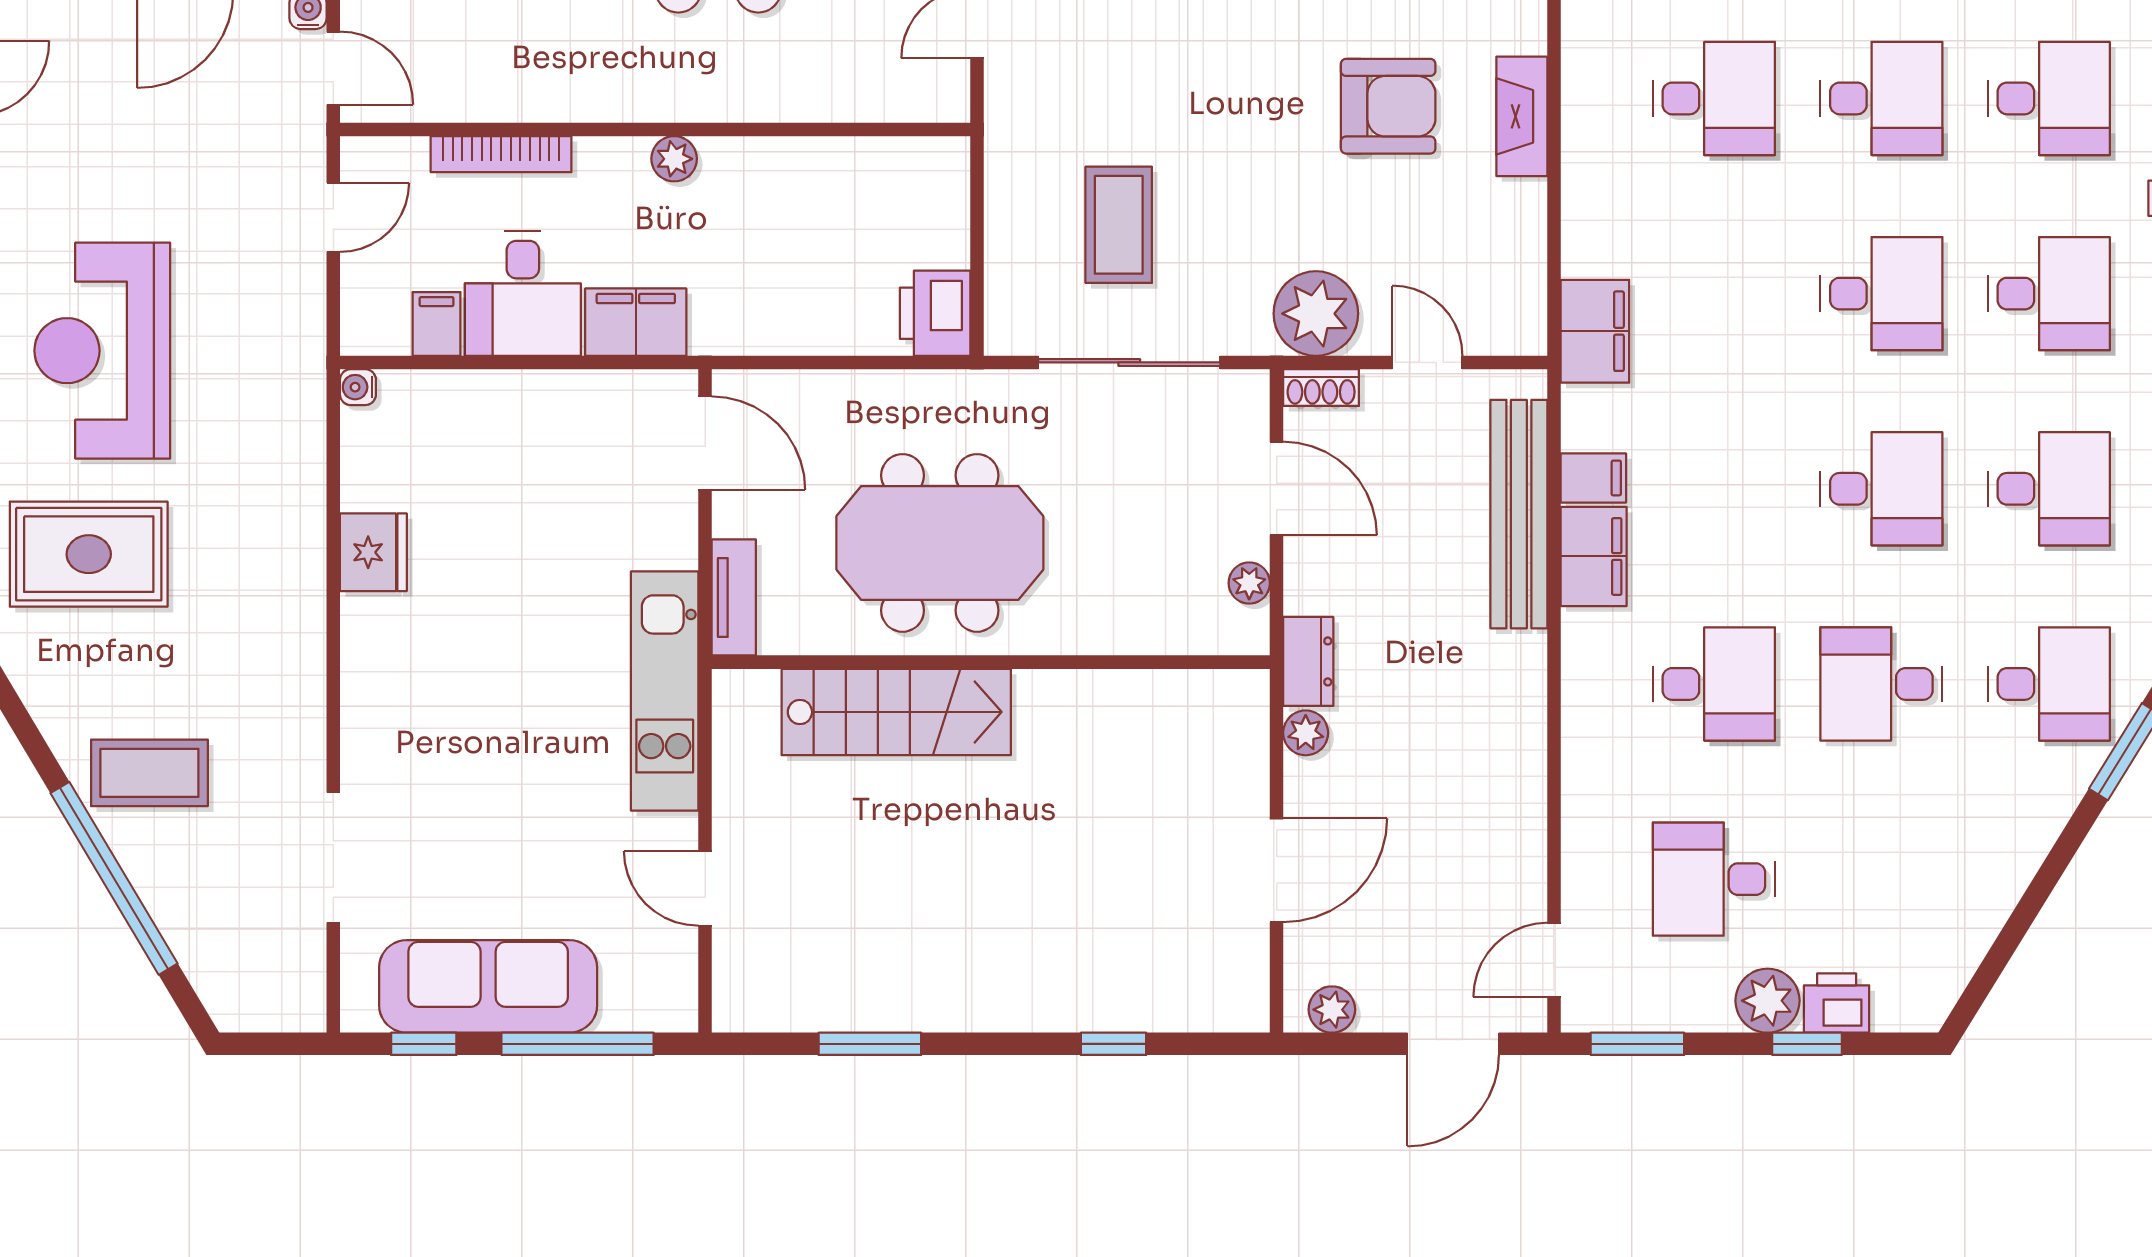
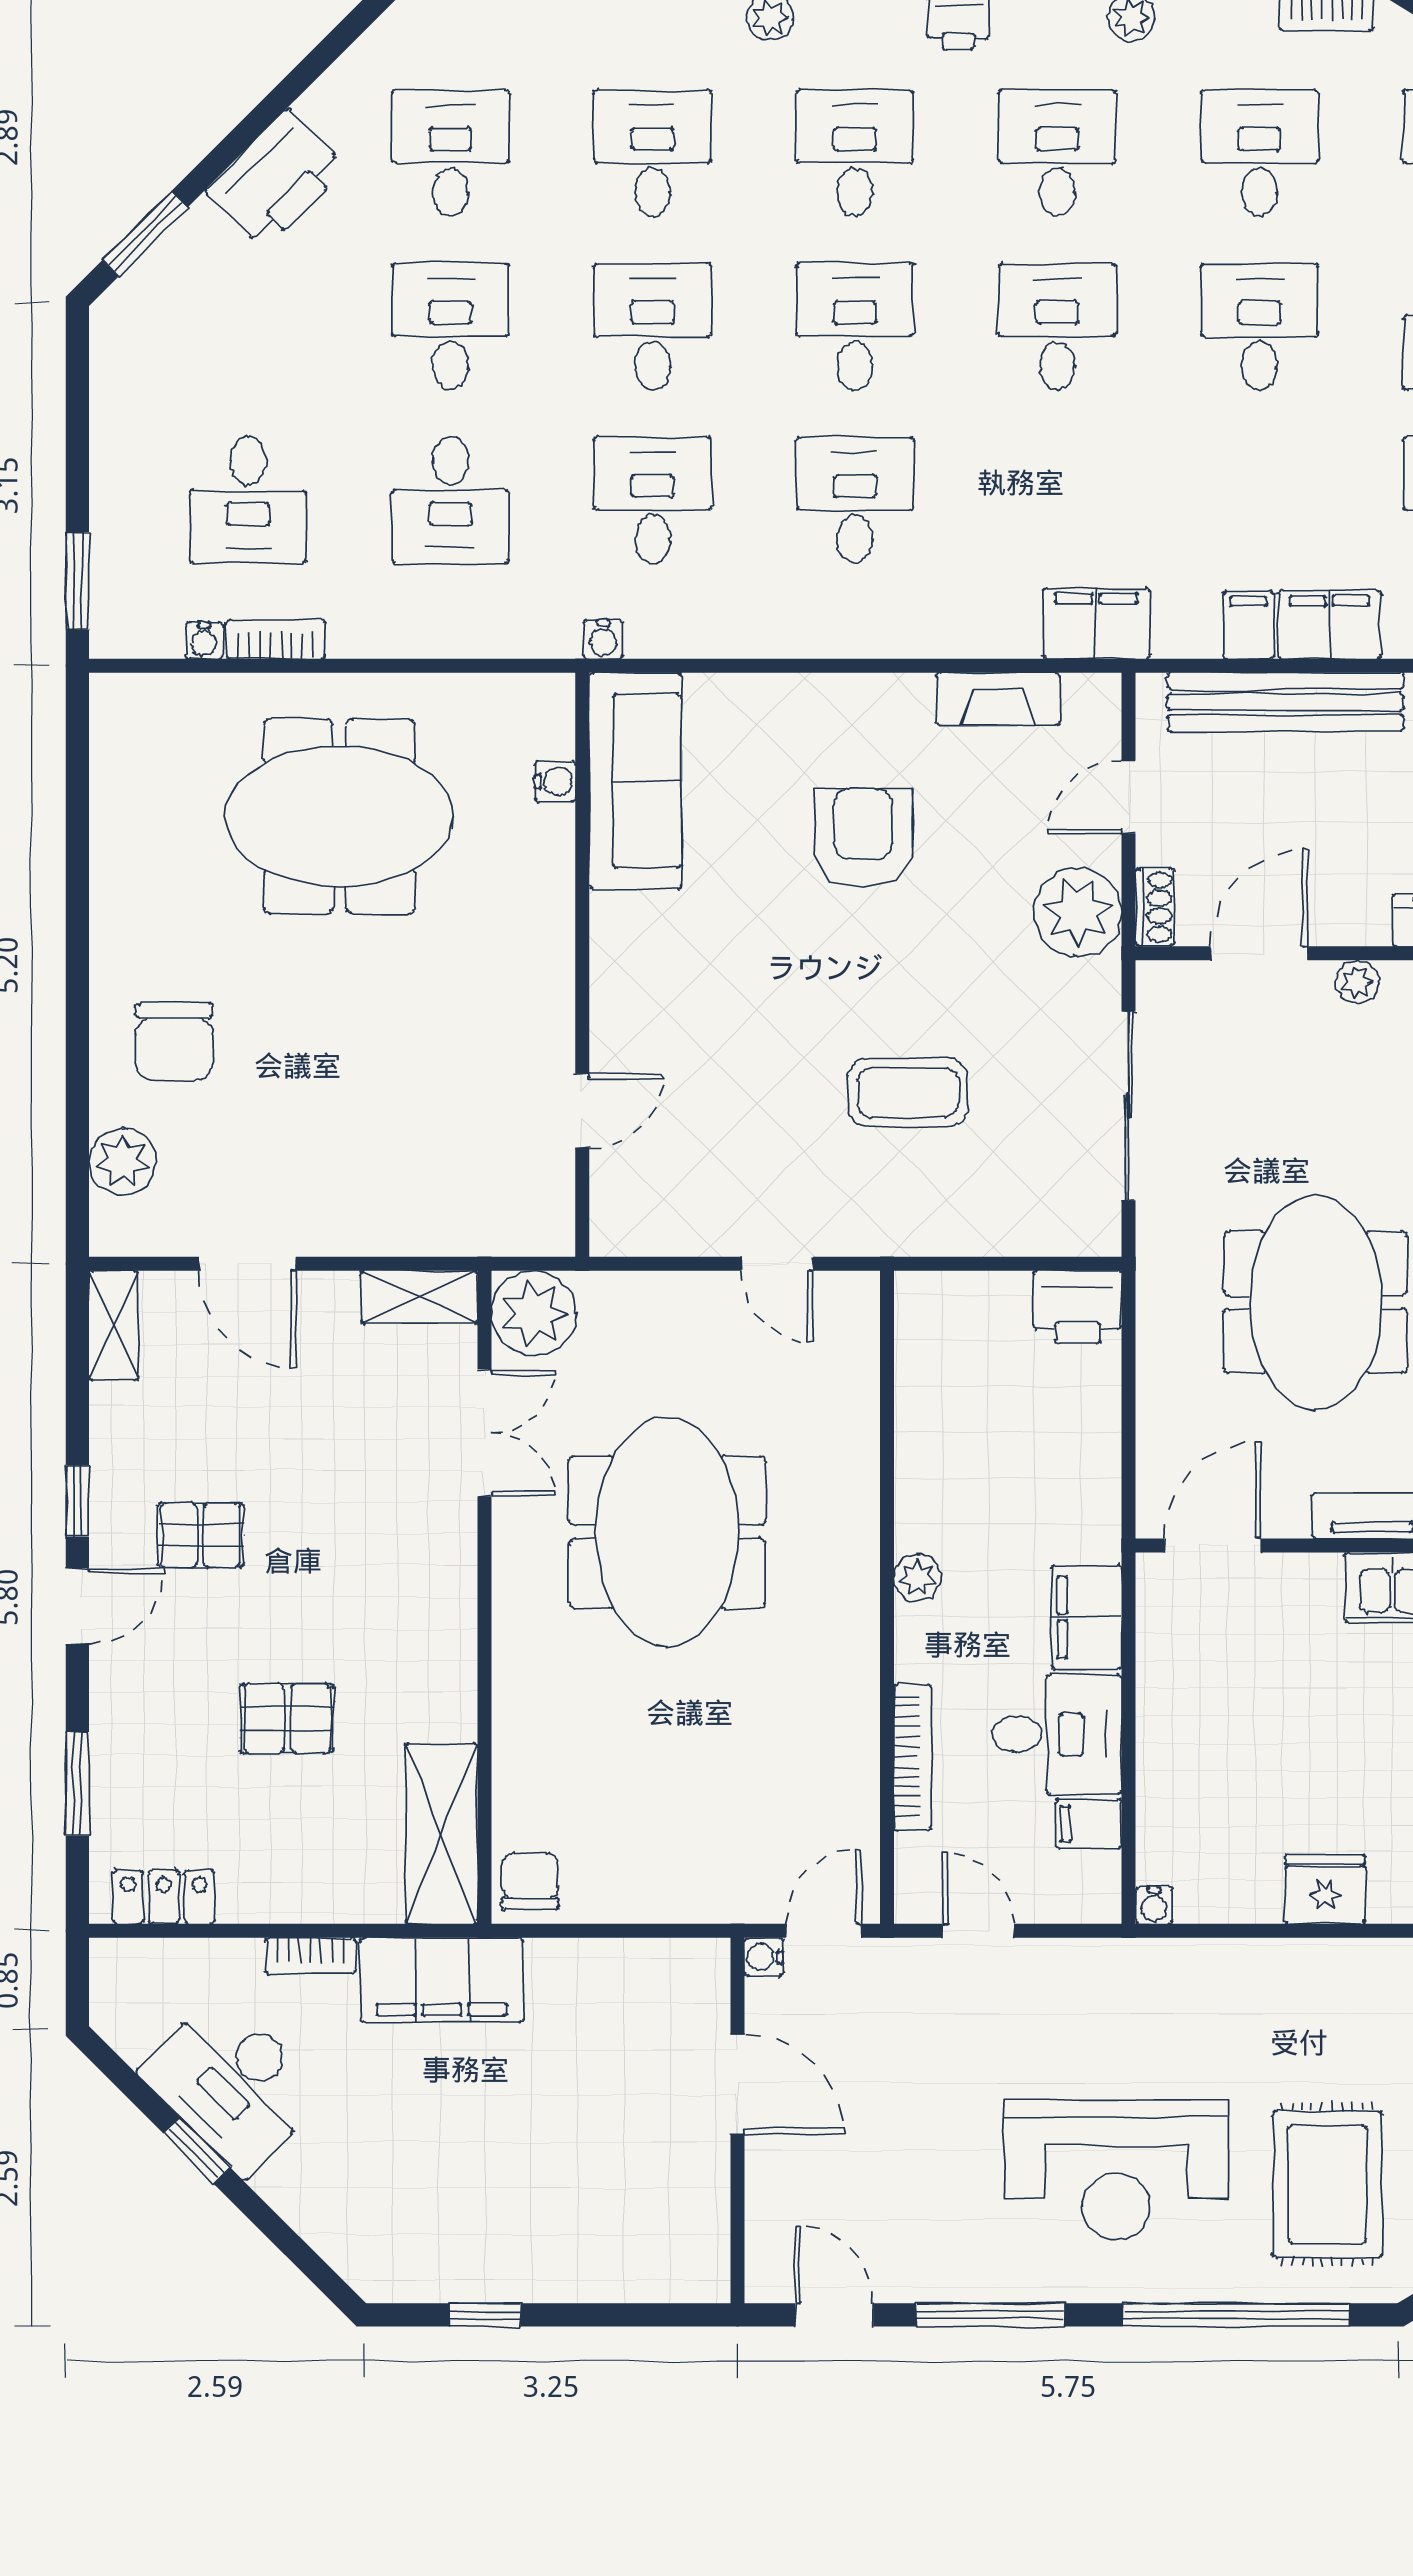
fireplace: (1522, 116) -> (998, 699), moved
coffee table: (1119, 225) -> (908, 1092), moved

